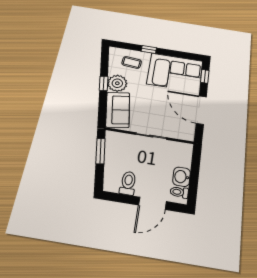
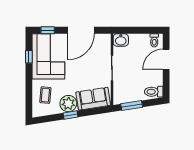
window: (149, 49) -> (29, 57), moved
washbasin: (182, 177) -> (121, 40), moved
toilet: (128, 183) -> (154, 92), moved
door: (152, 203) -> (166, 59), swing flipped

